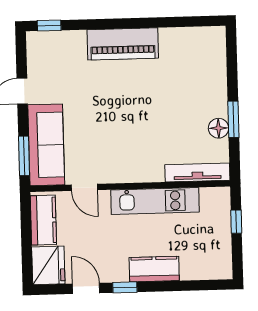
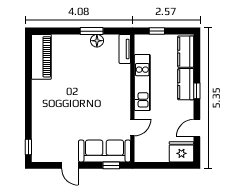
piano: (123, 44) -> (41, 57), moved
window: (24, 156) -> (111, 165), width x0.67
tv unit: (197, 172) -> (125, 49), width x0.71
kitchen counter: (43, 220) -> (186, 52), moved, turned -90
window: (125, 287) -> (197, 91), moved

